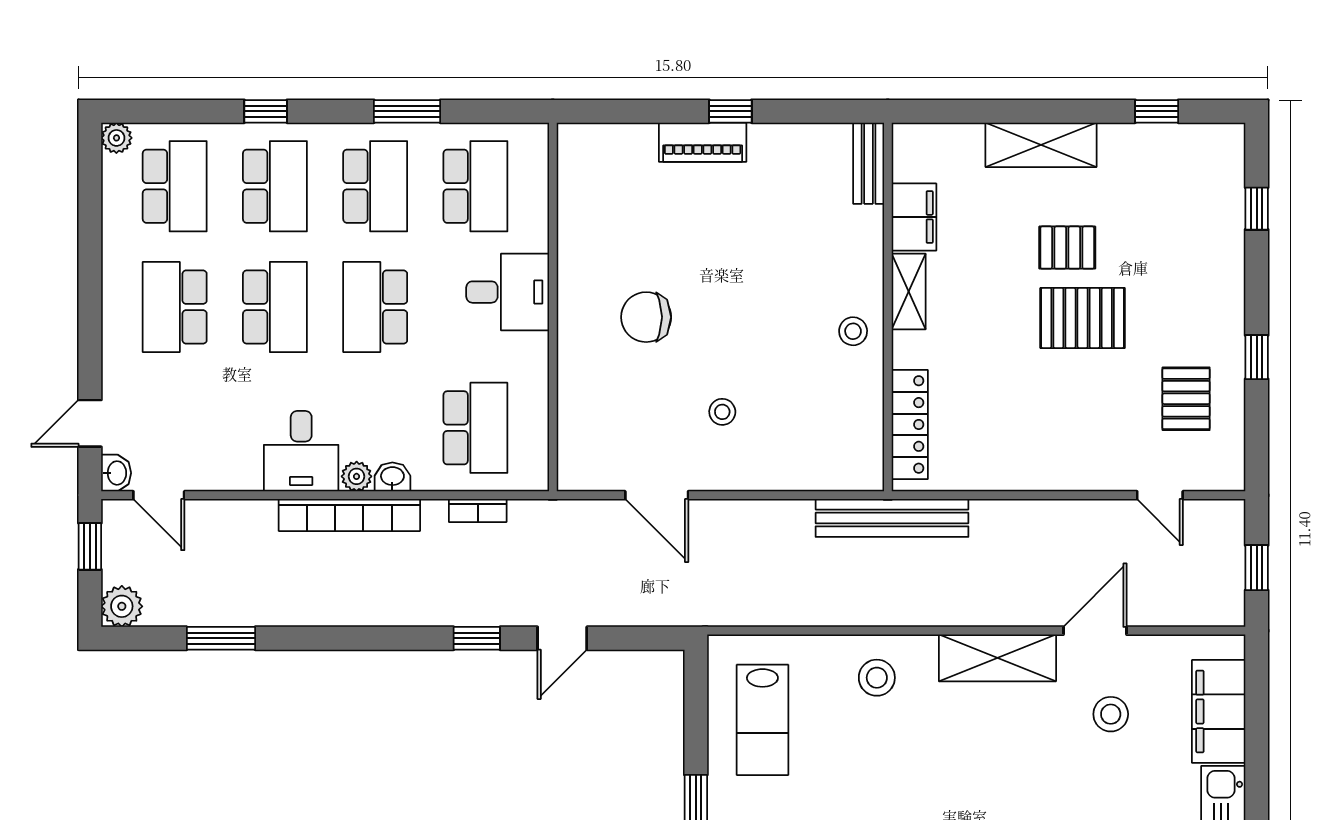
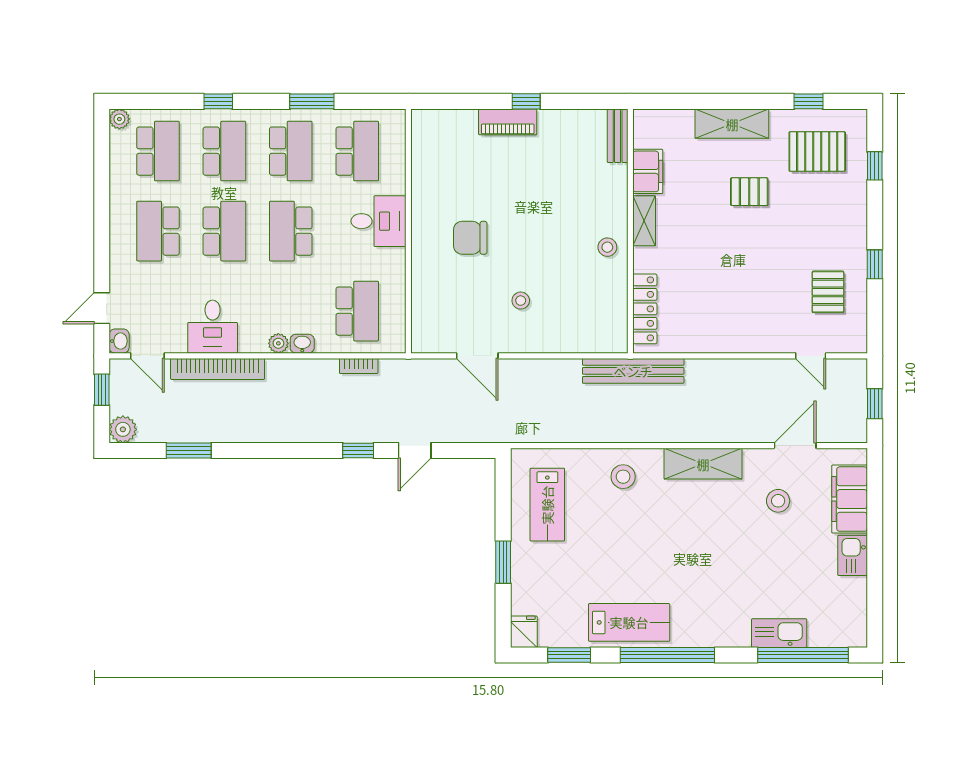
pallet: (1083, 318) -> (817, 152), moved
desk: (301, 451) -> (213, 327), moved
bookcase: (349, 515) -> (218, 369), moved
door: (1095, 631) -> (795, 446), moved

